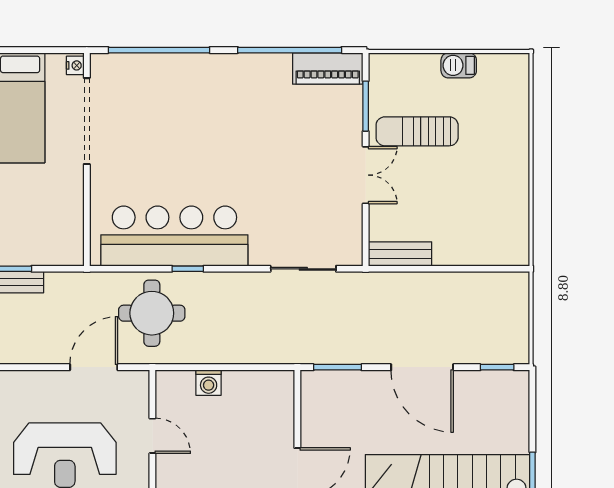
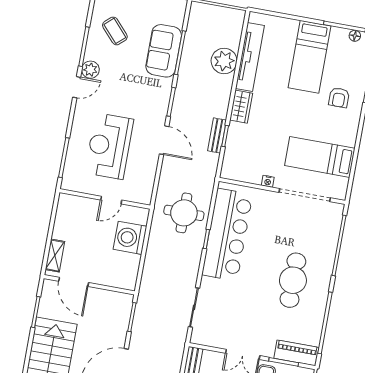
nightstand: (75, 65) -> (268, 181), moved
piano: (328, 69) -> (296, 353), moved, turned 90
cafe table: (229, 115) -> (293, 280), added
door: (94, 367) -> (164, 140), moved
washing machine: (209, 383) -> (130, 238), width x1.89, depth x1.89

